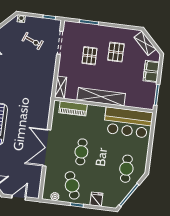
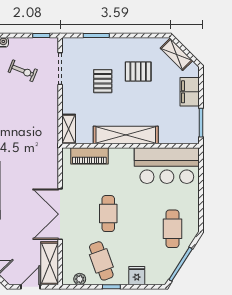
pallet: (116, 52) -> (138, 71), turned 90
shelving: (35, 182) -> (50, 263), added

